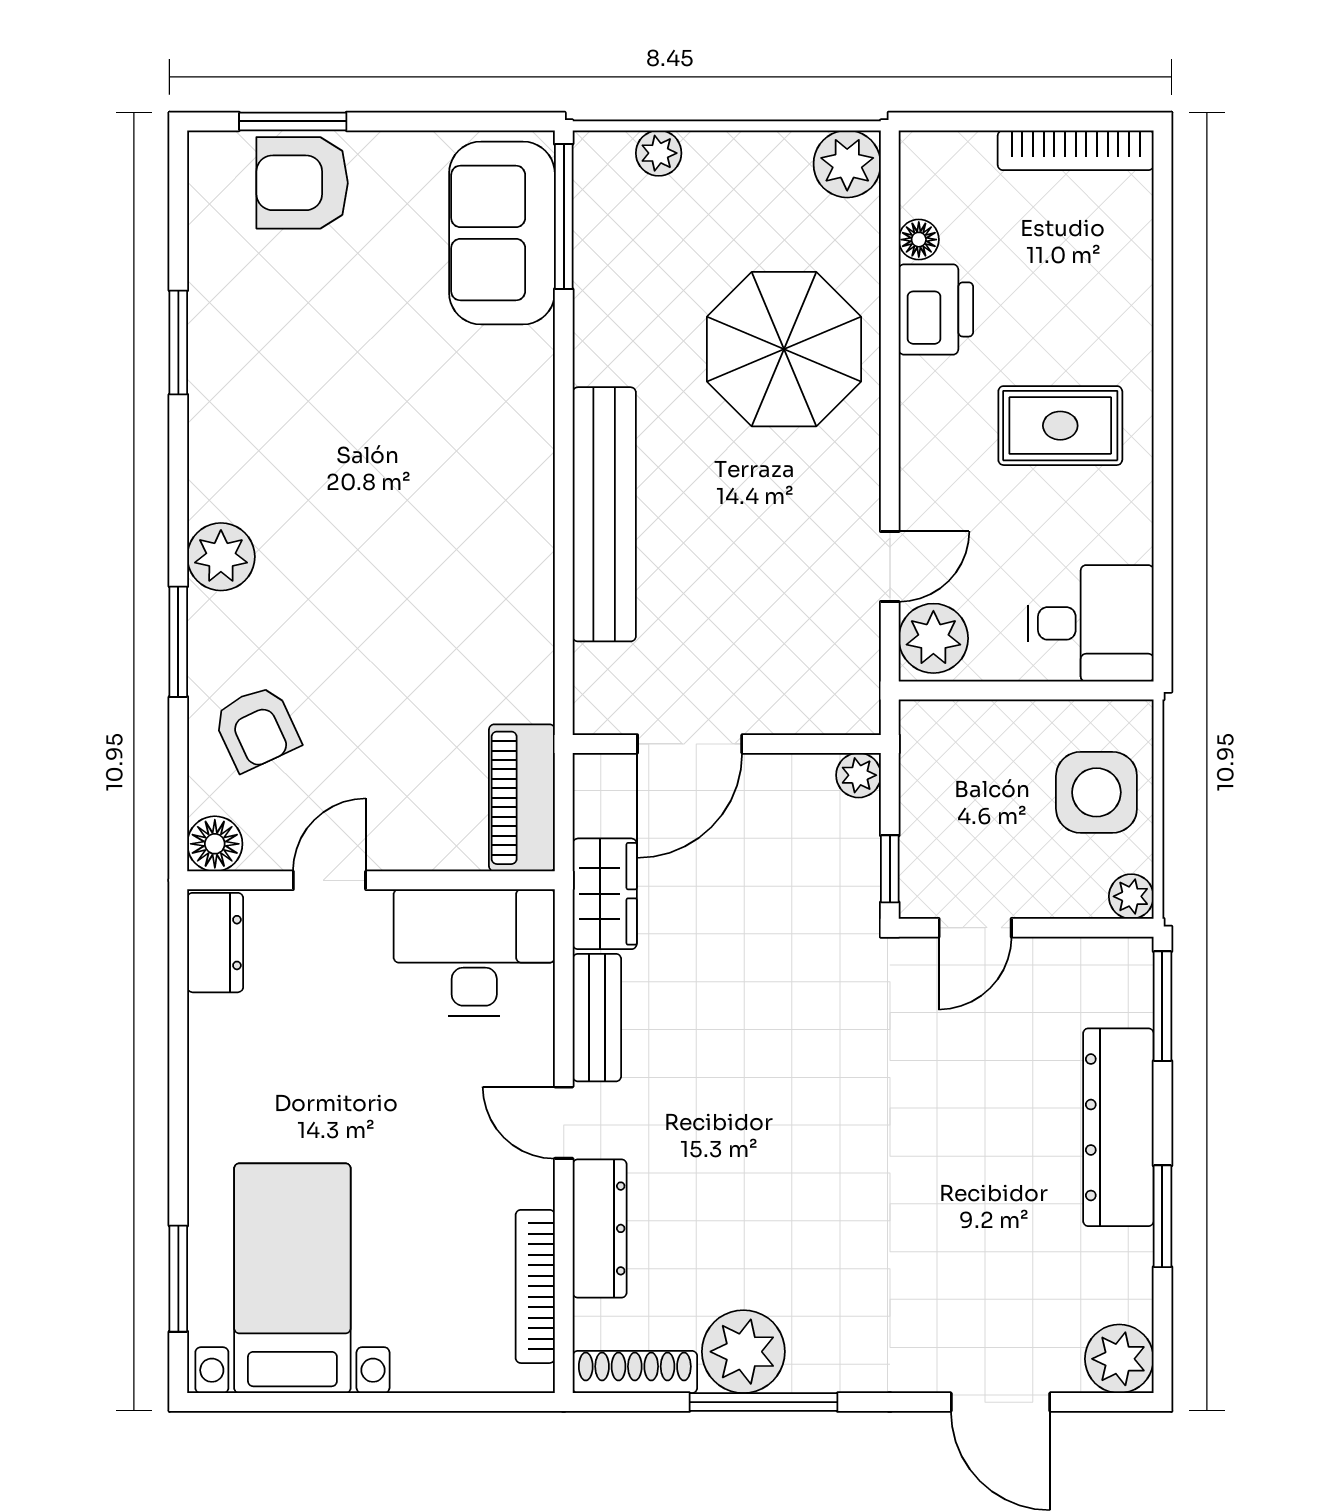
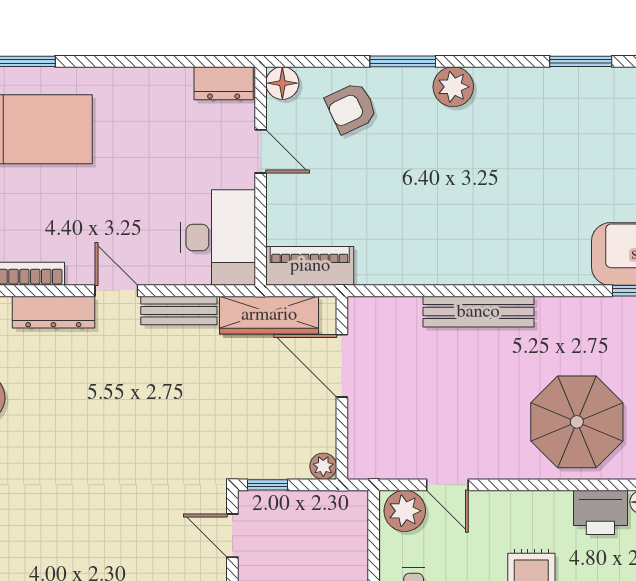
bench: (604, 514) -> (478, 312), width x0.73, depth x0.82
wardrobe: (605, 894) -> (269, 315), width x1.50
door: (564, 1123) -> (116, 291), hinge flipped

